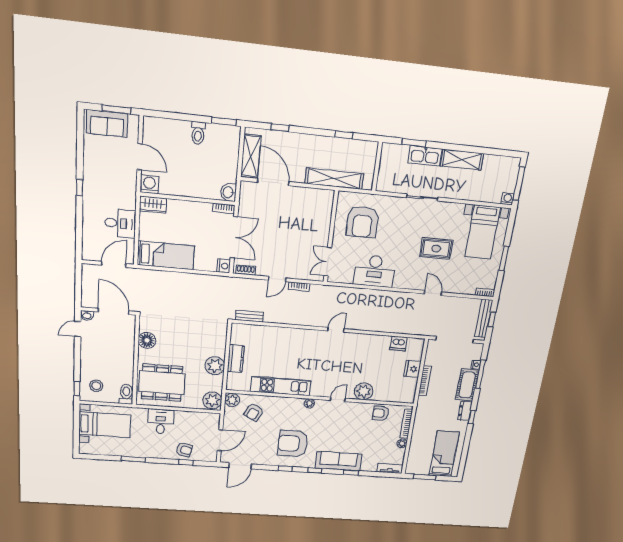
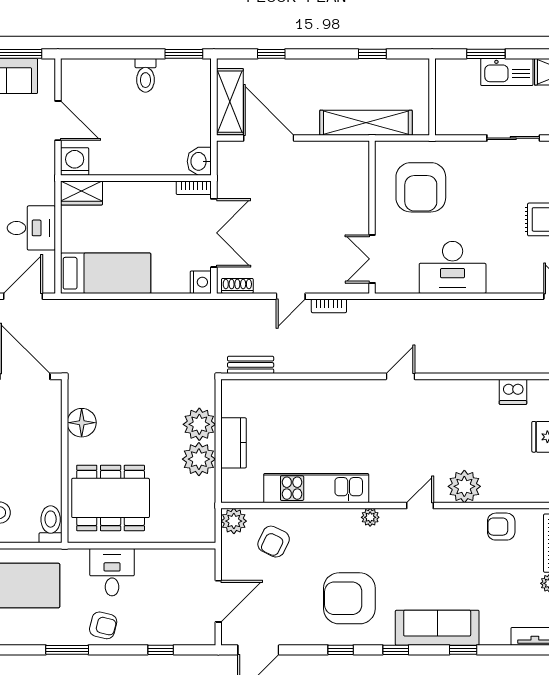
plant: (212, 400) -> (199, 424), moved
armchair: (184, 450) -> (103, 625), moved

